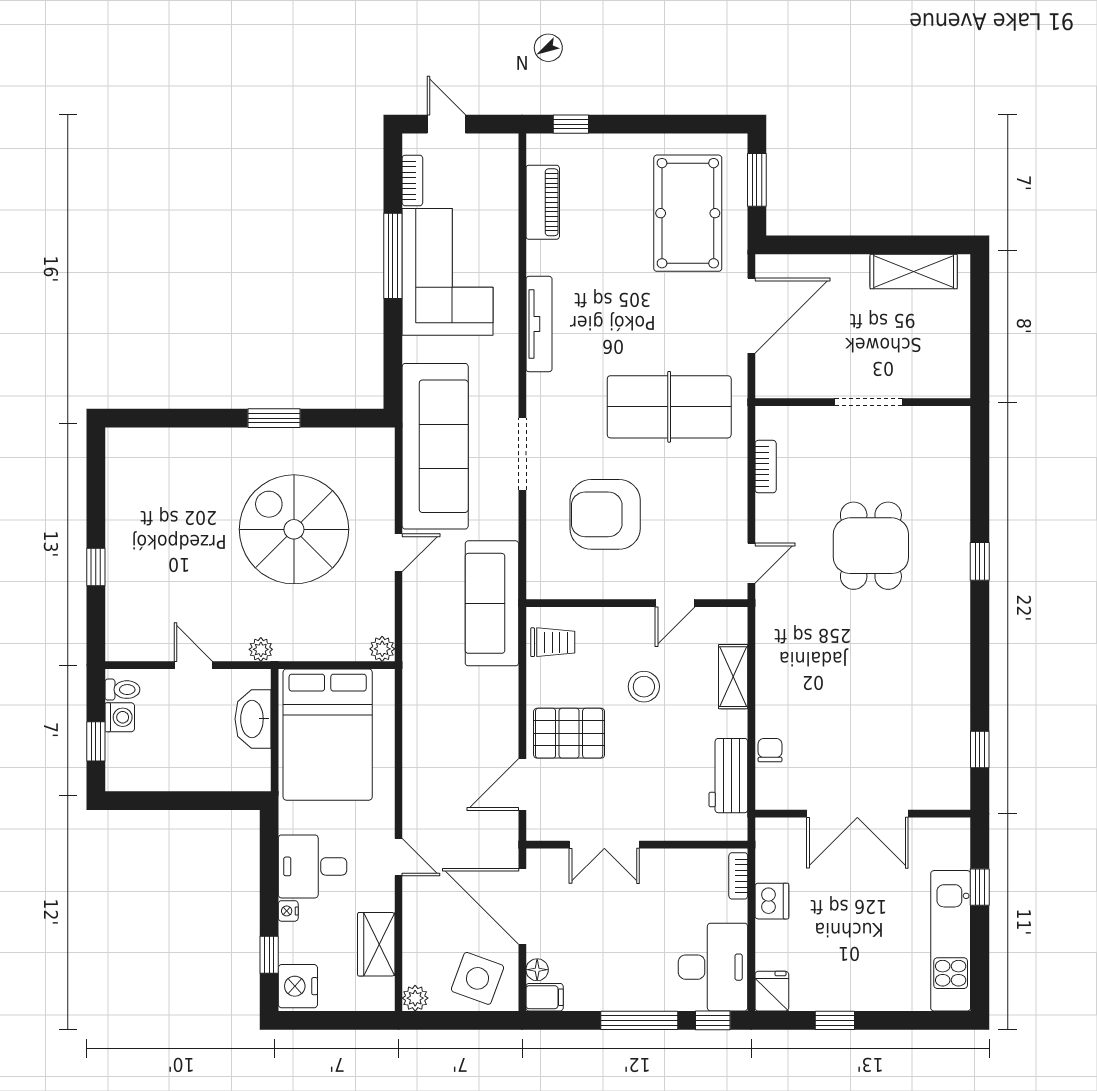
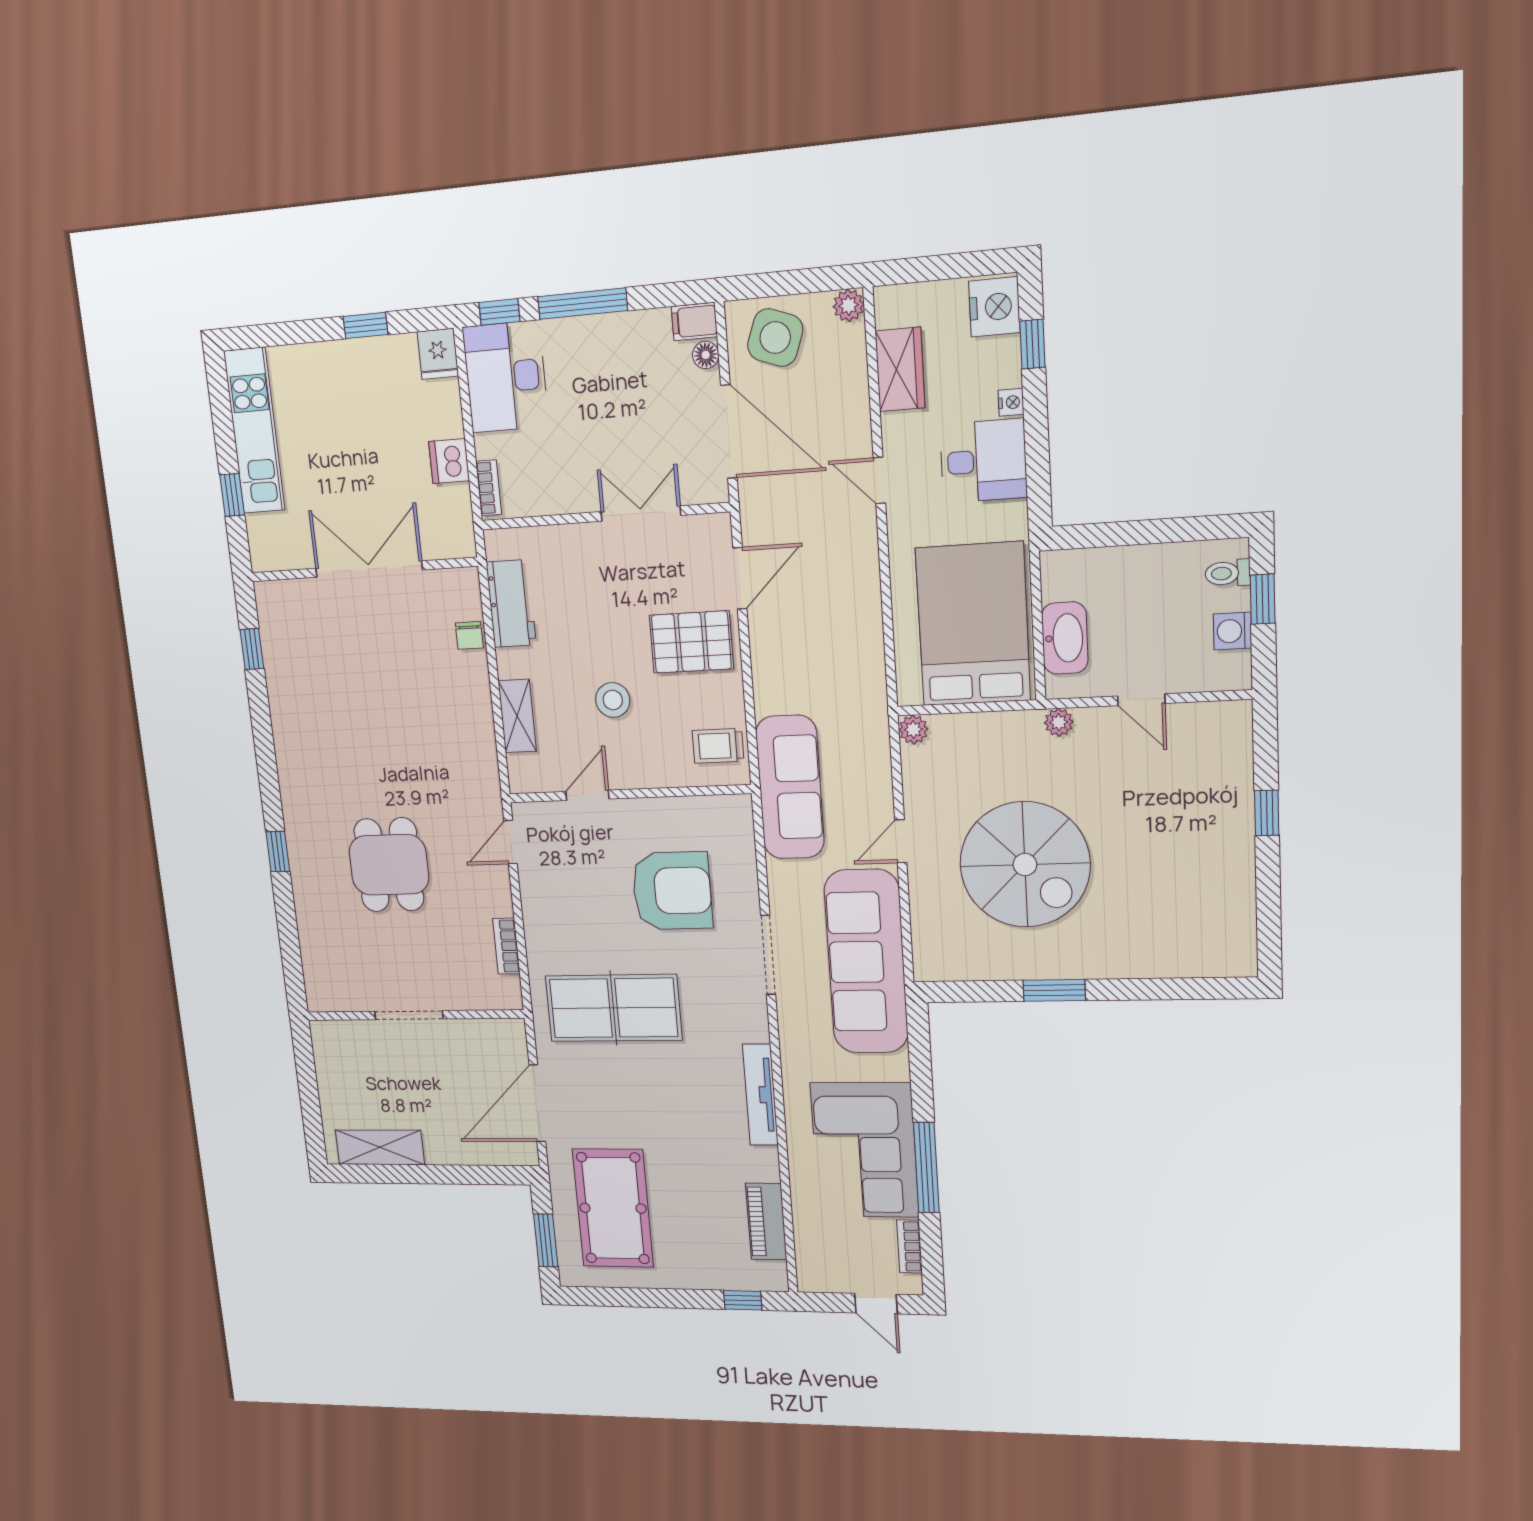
toilet: (122, 690) -> (1228, 573), moved

